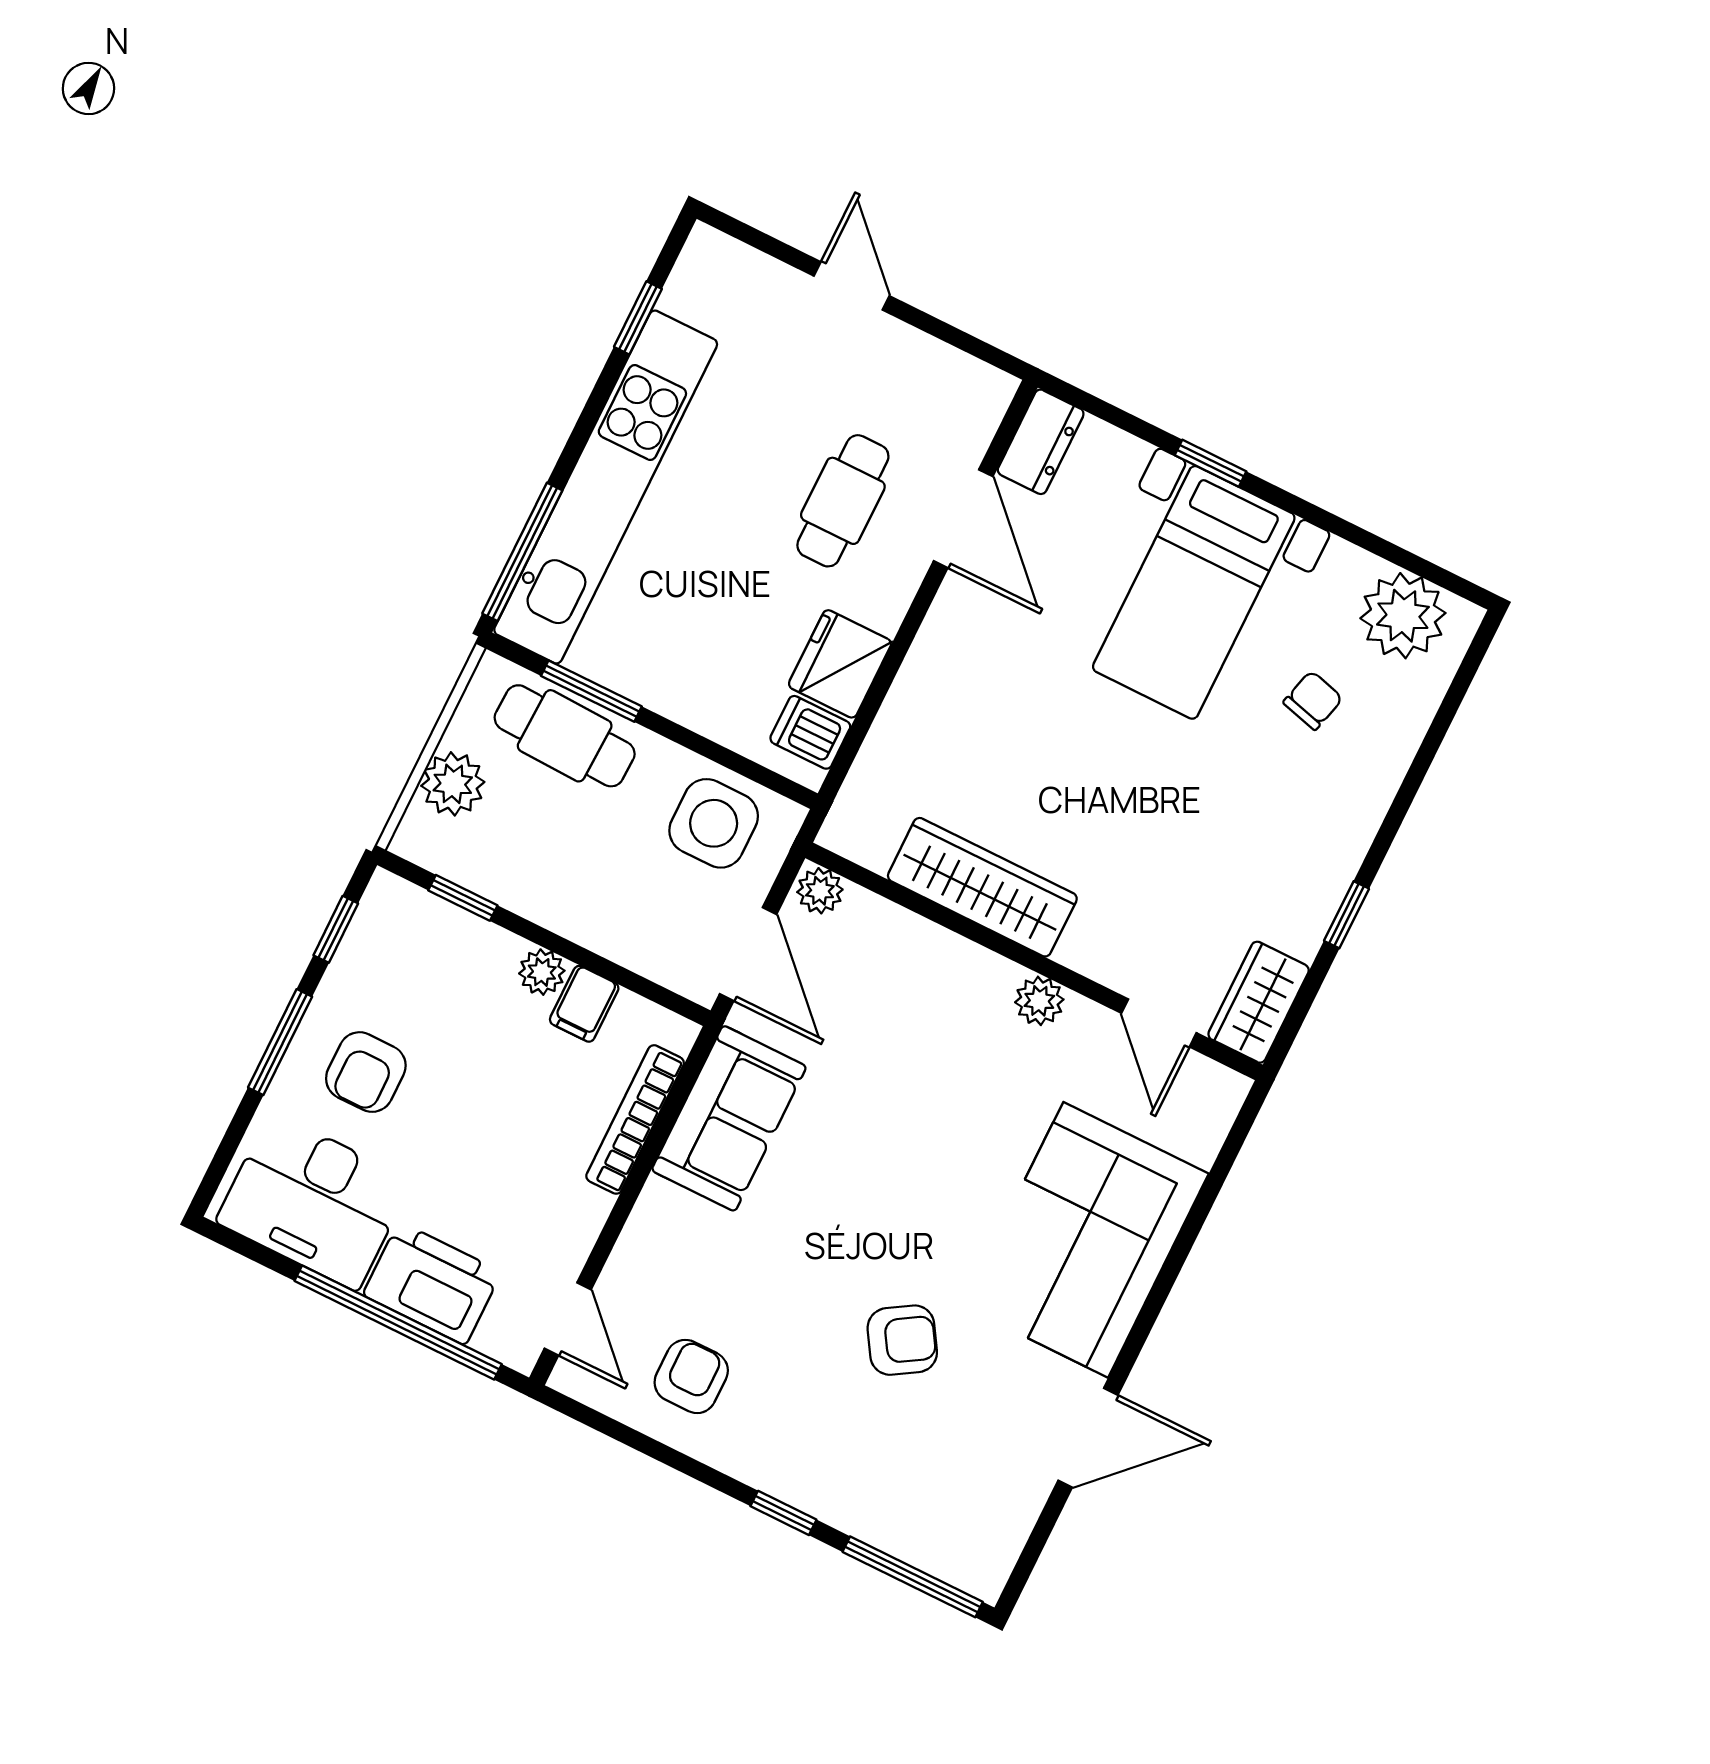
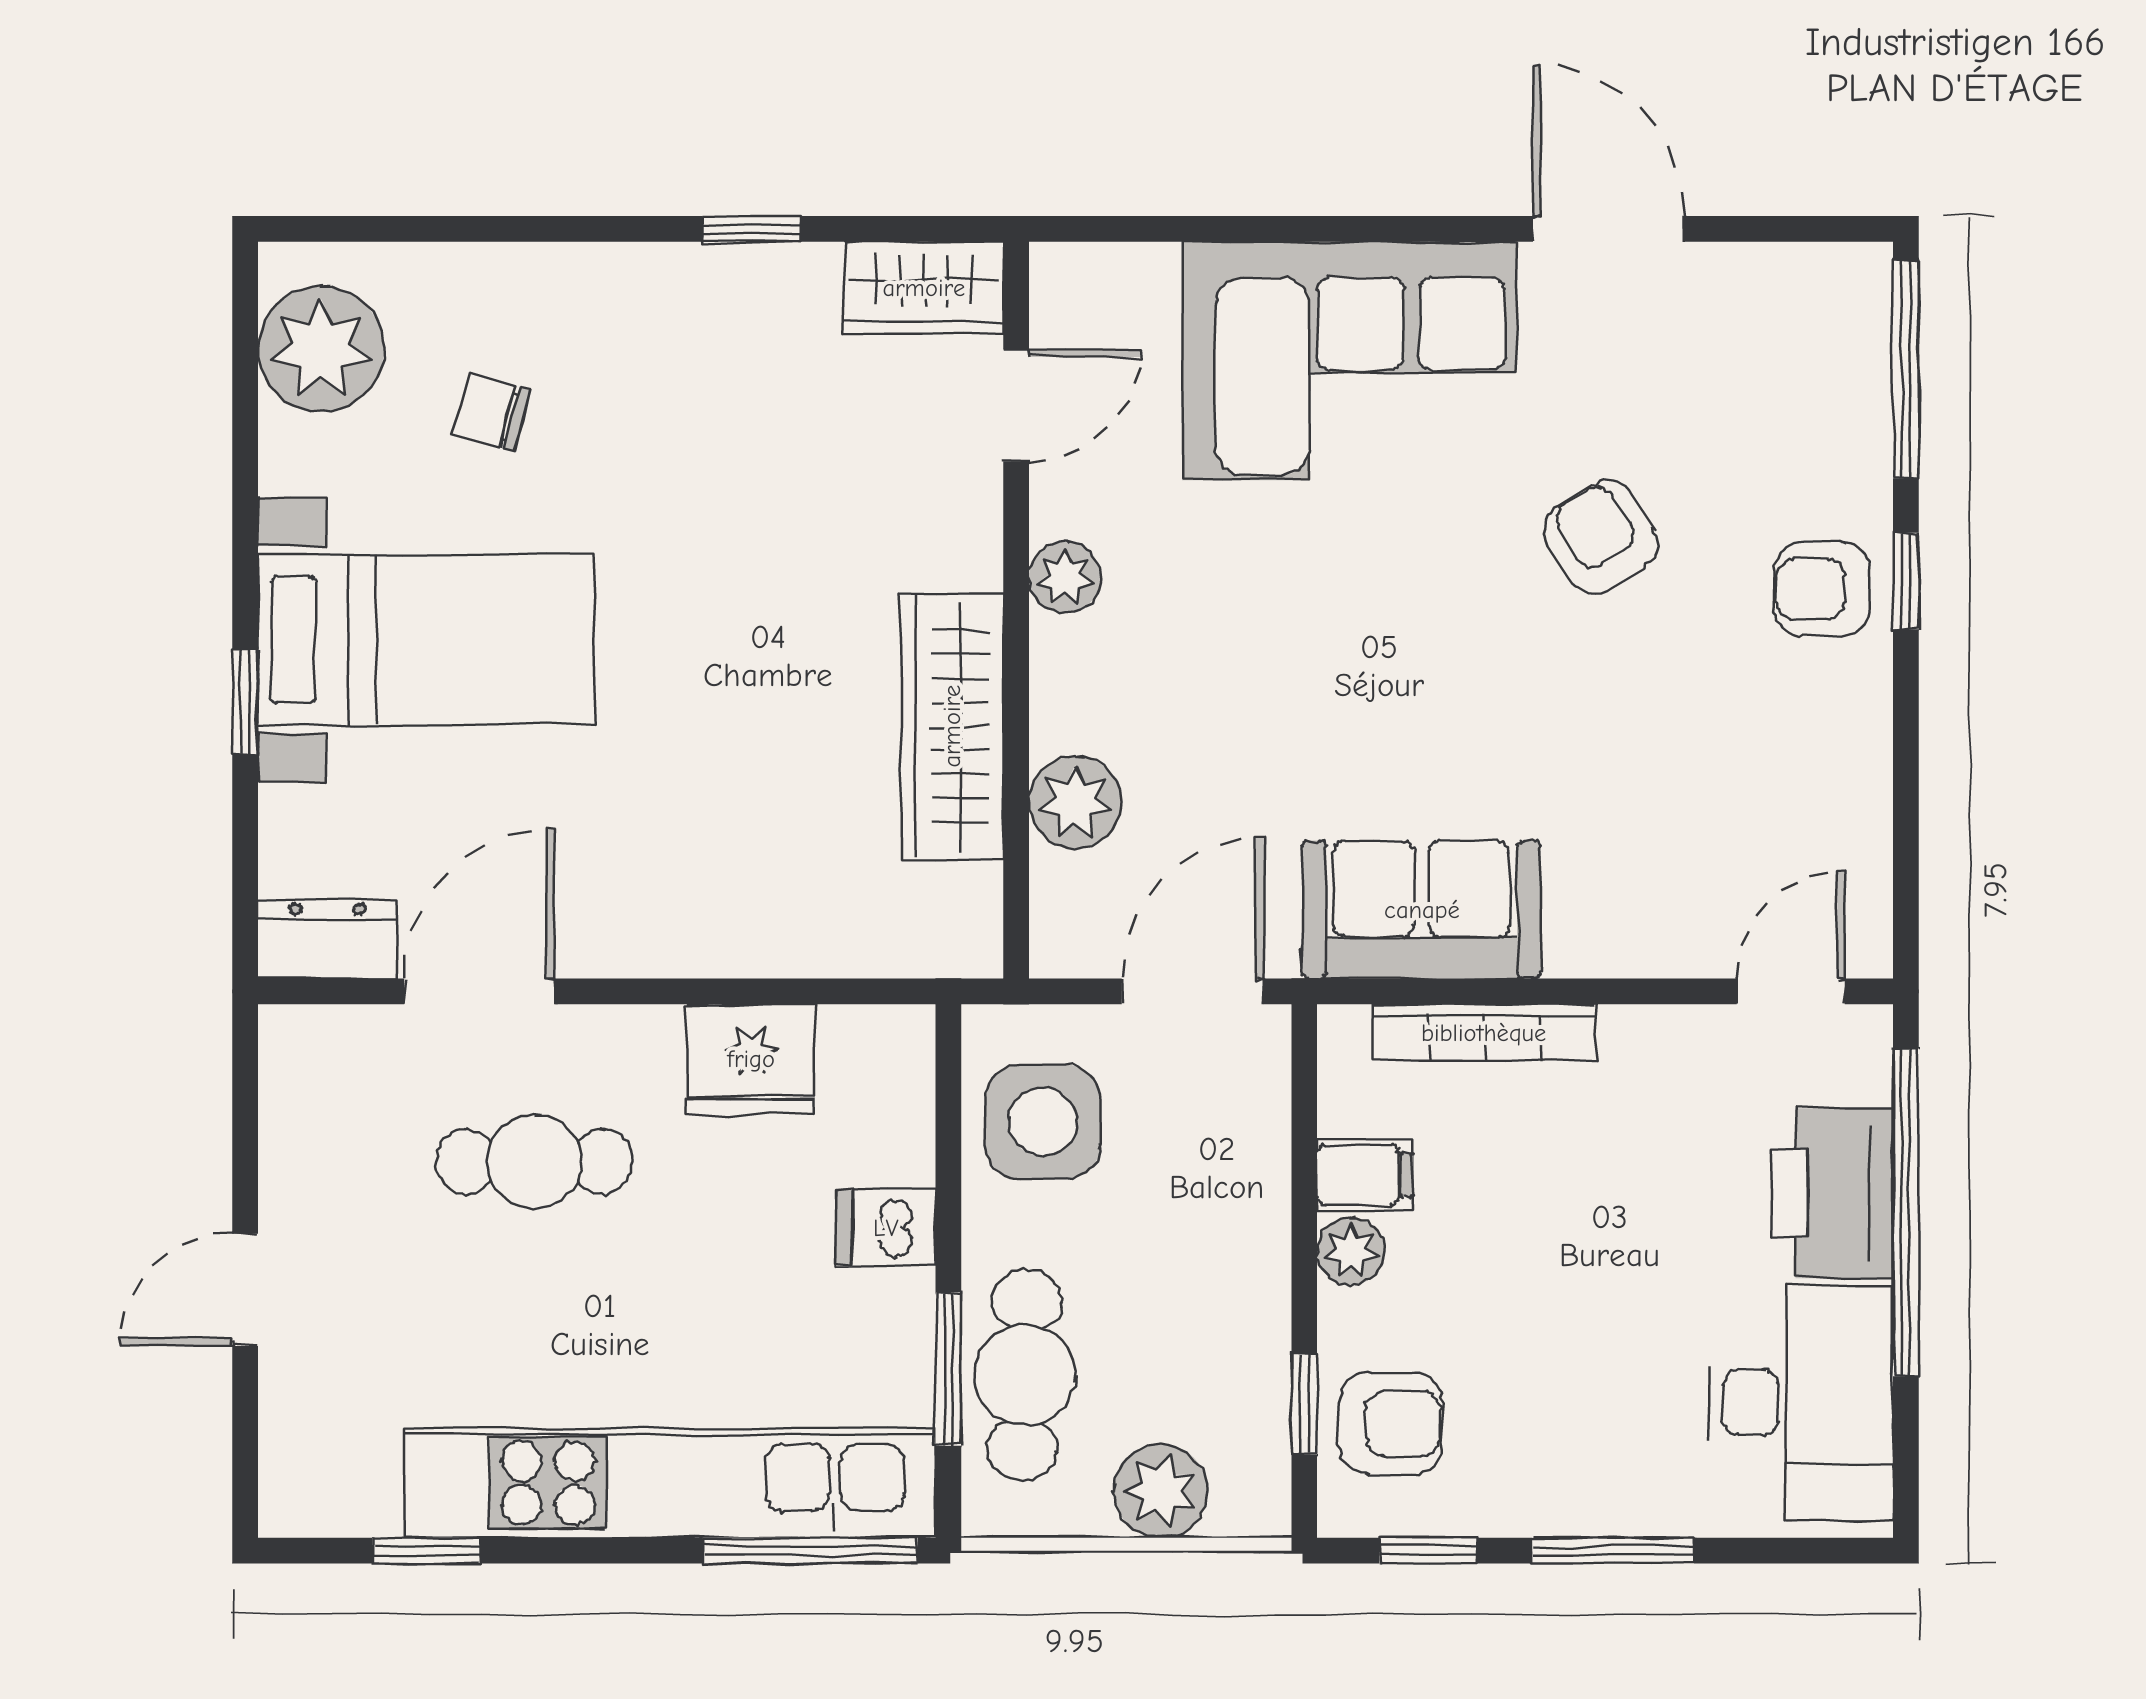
dishwasher: (810, 732) -> (886, 1228), moved, turned 90
plant: (820, 891) -> (1075, 802), moved, width x1.38, depth x1.38
armchair: (366, 1072) -> (1391, 1424), moved
armchair: (691, 1376) -> (1822, 589), moved

